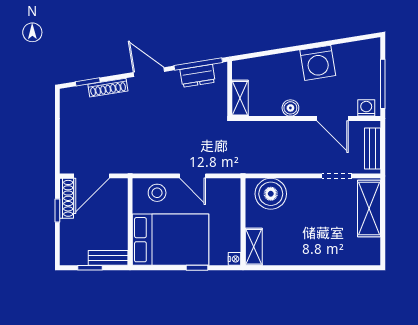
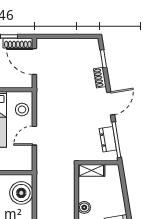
shoe rack: (108, 88) -> (100, 78), width x0.70

